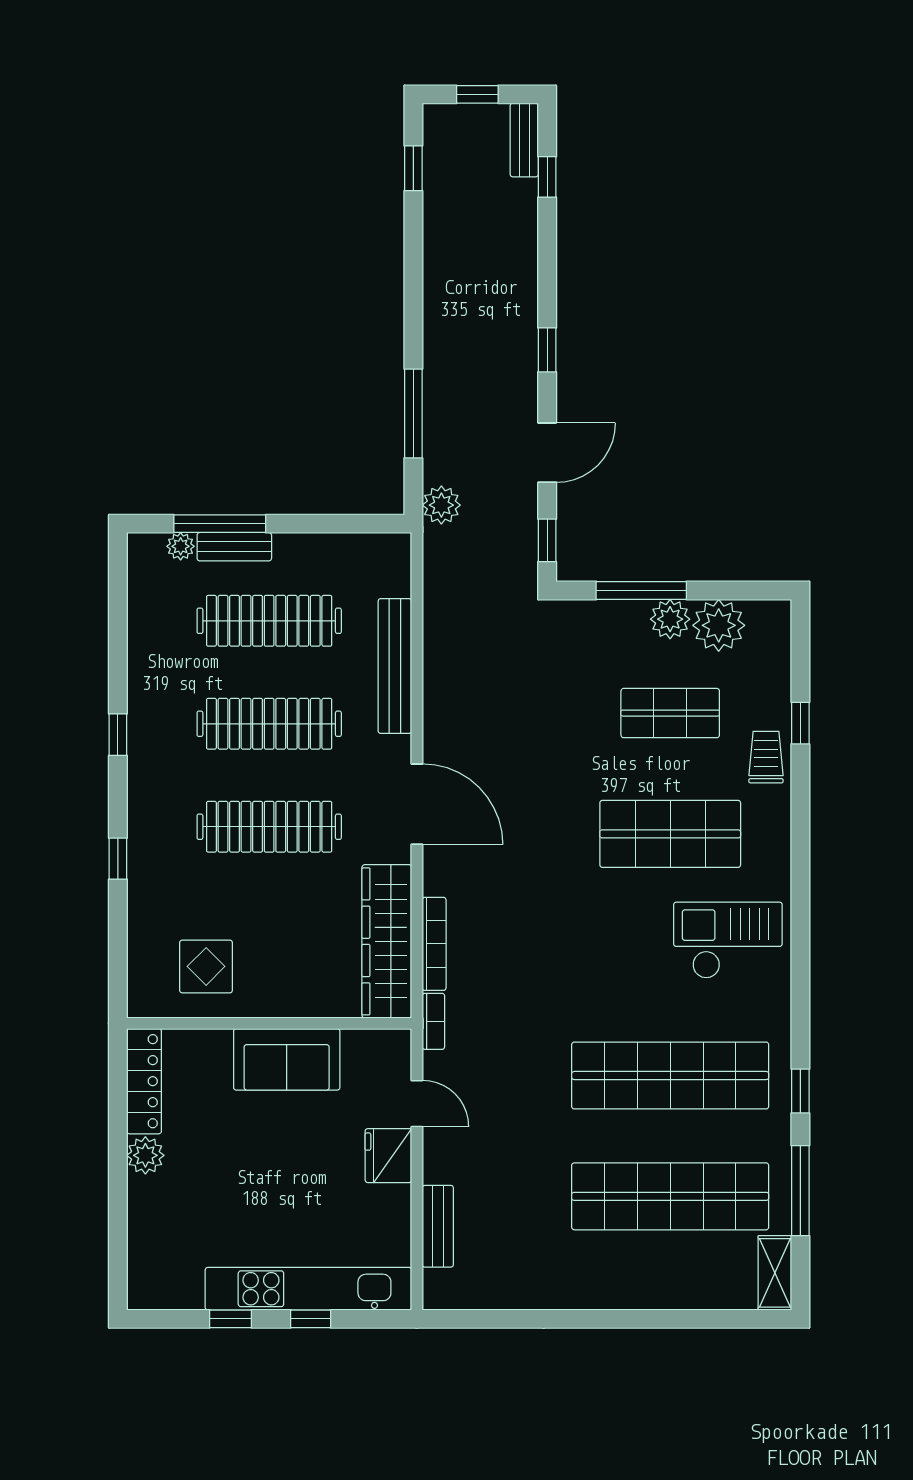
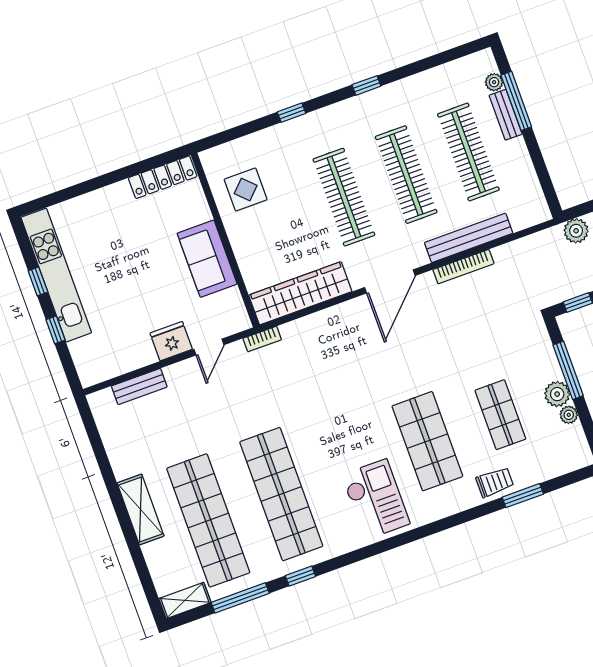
plant: (719, 625) -> (569, 415), width x0.53, depth x0.53
window: (800, 723) -> (523, 496), width x1.50
bookcase: (434, 944) -> (463, 267), moved
plant: (145, 1155) -> (118, 194), removed
kitchen unit: (308, 1289) -> (56, 275), moved
shelving: (618, 1290) -> (141, 509), added

